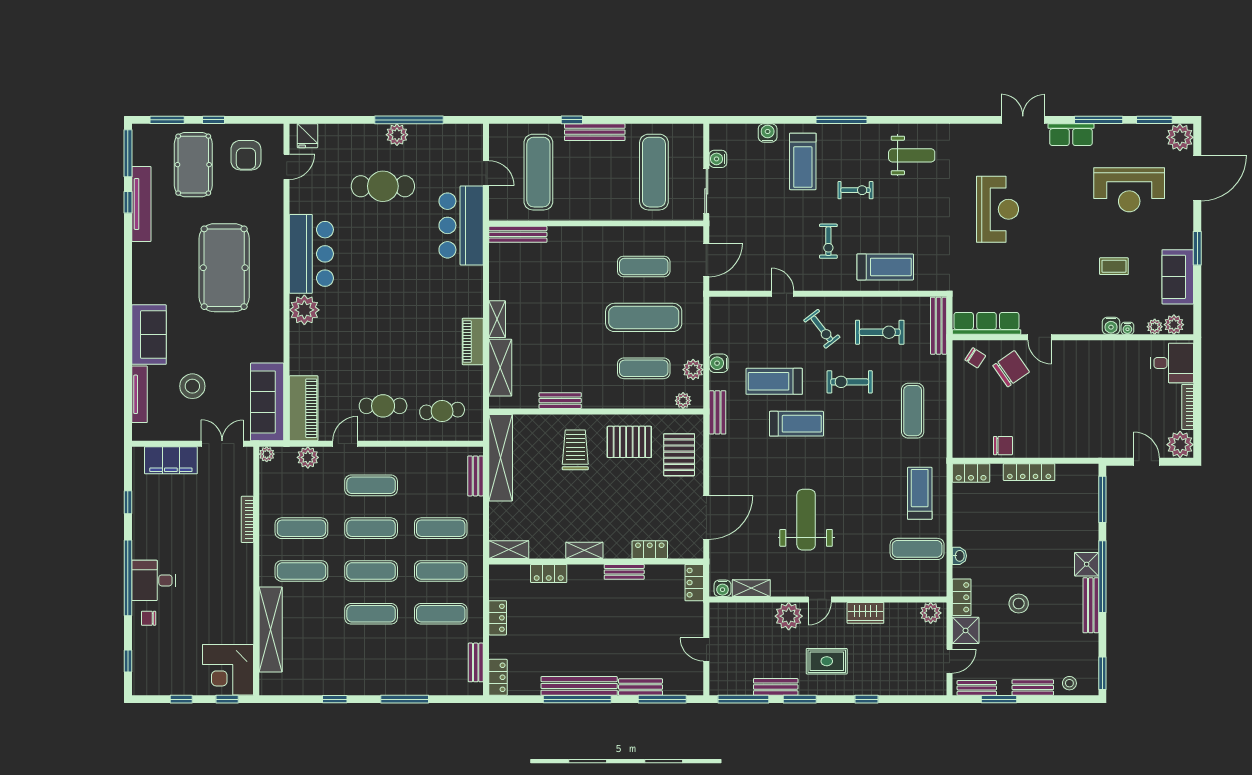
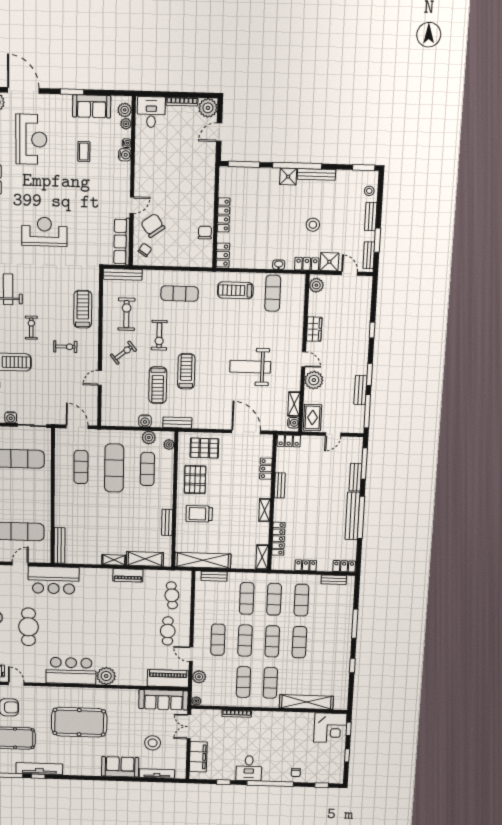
locker: (549, 573) -> (278, 539), width x1.53
desk: (154, 580) -> (249, 768), moved
rug: (827, 661) -> (312, 418), moved

